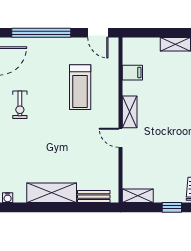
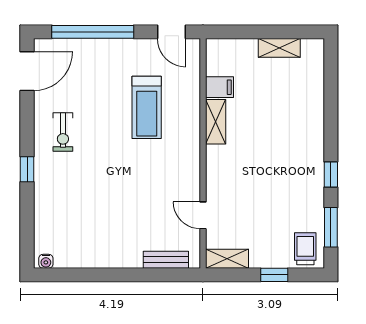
shelving: (130, 112) -> (216, 122), moved
door: (120, 138) -> (203, 215), moved
shelving: (52, 193) -> (107, 255), removed

